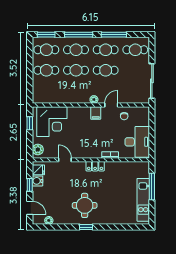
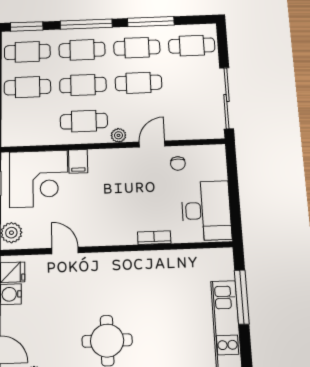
cafe table: (76, 91) -> (84, 121), added
filing cabinet: (96, 113) -> (78, 161), moved
locker: (95, 166) -> (125, 261), removed

